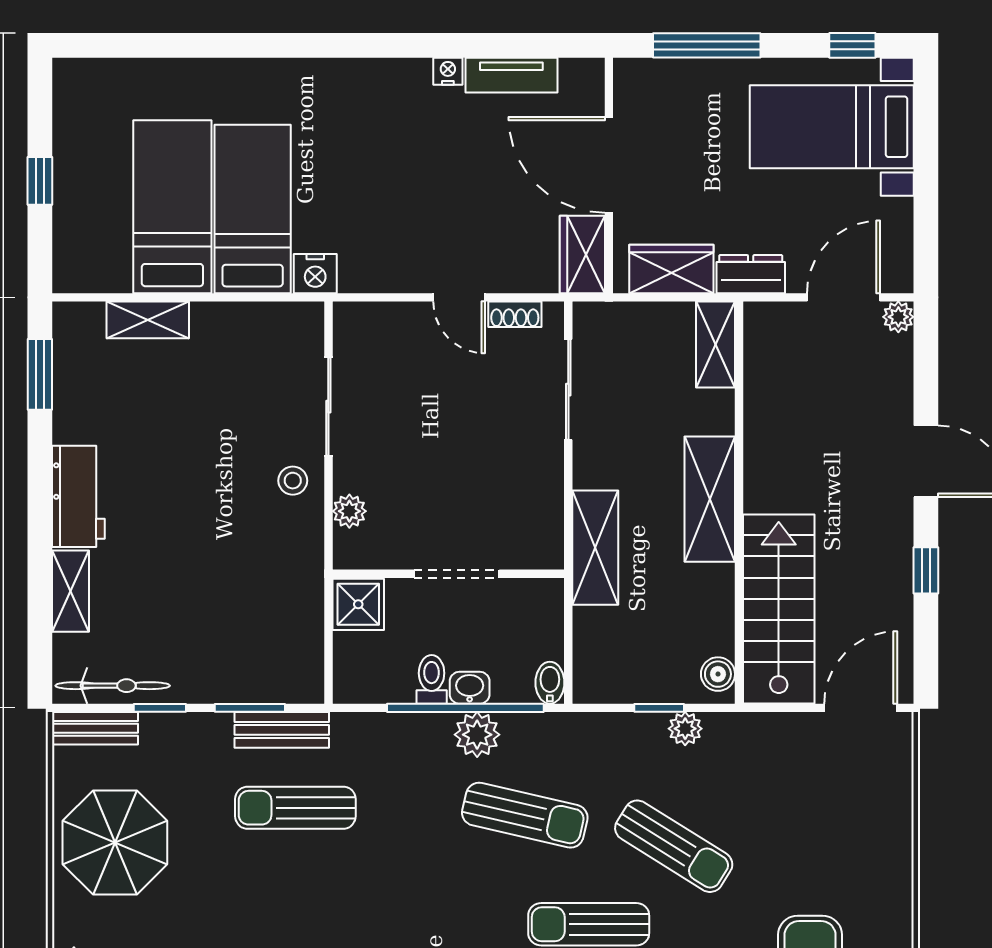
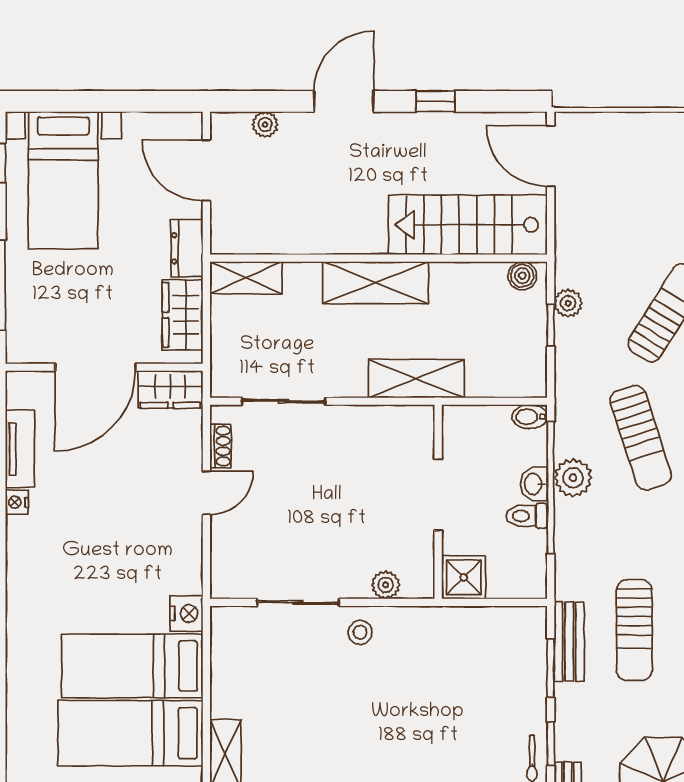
plant: (898, 317) -> (265, 125), moved
sun lounger: (525, 815) -> (641, 438), turned 149

